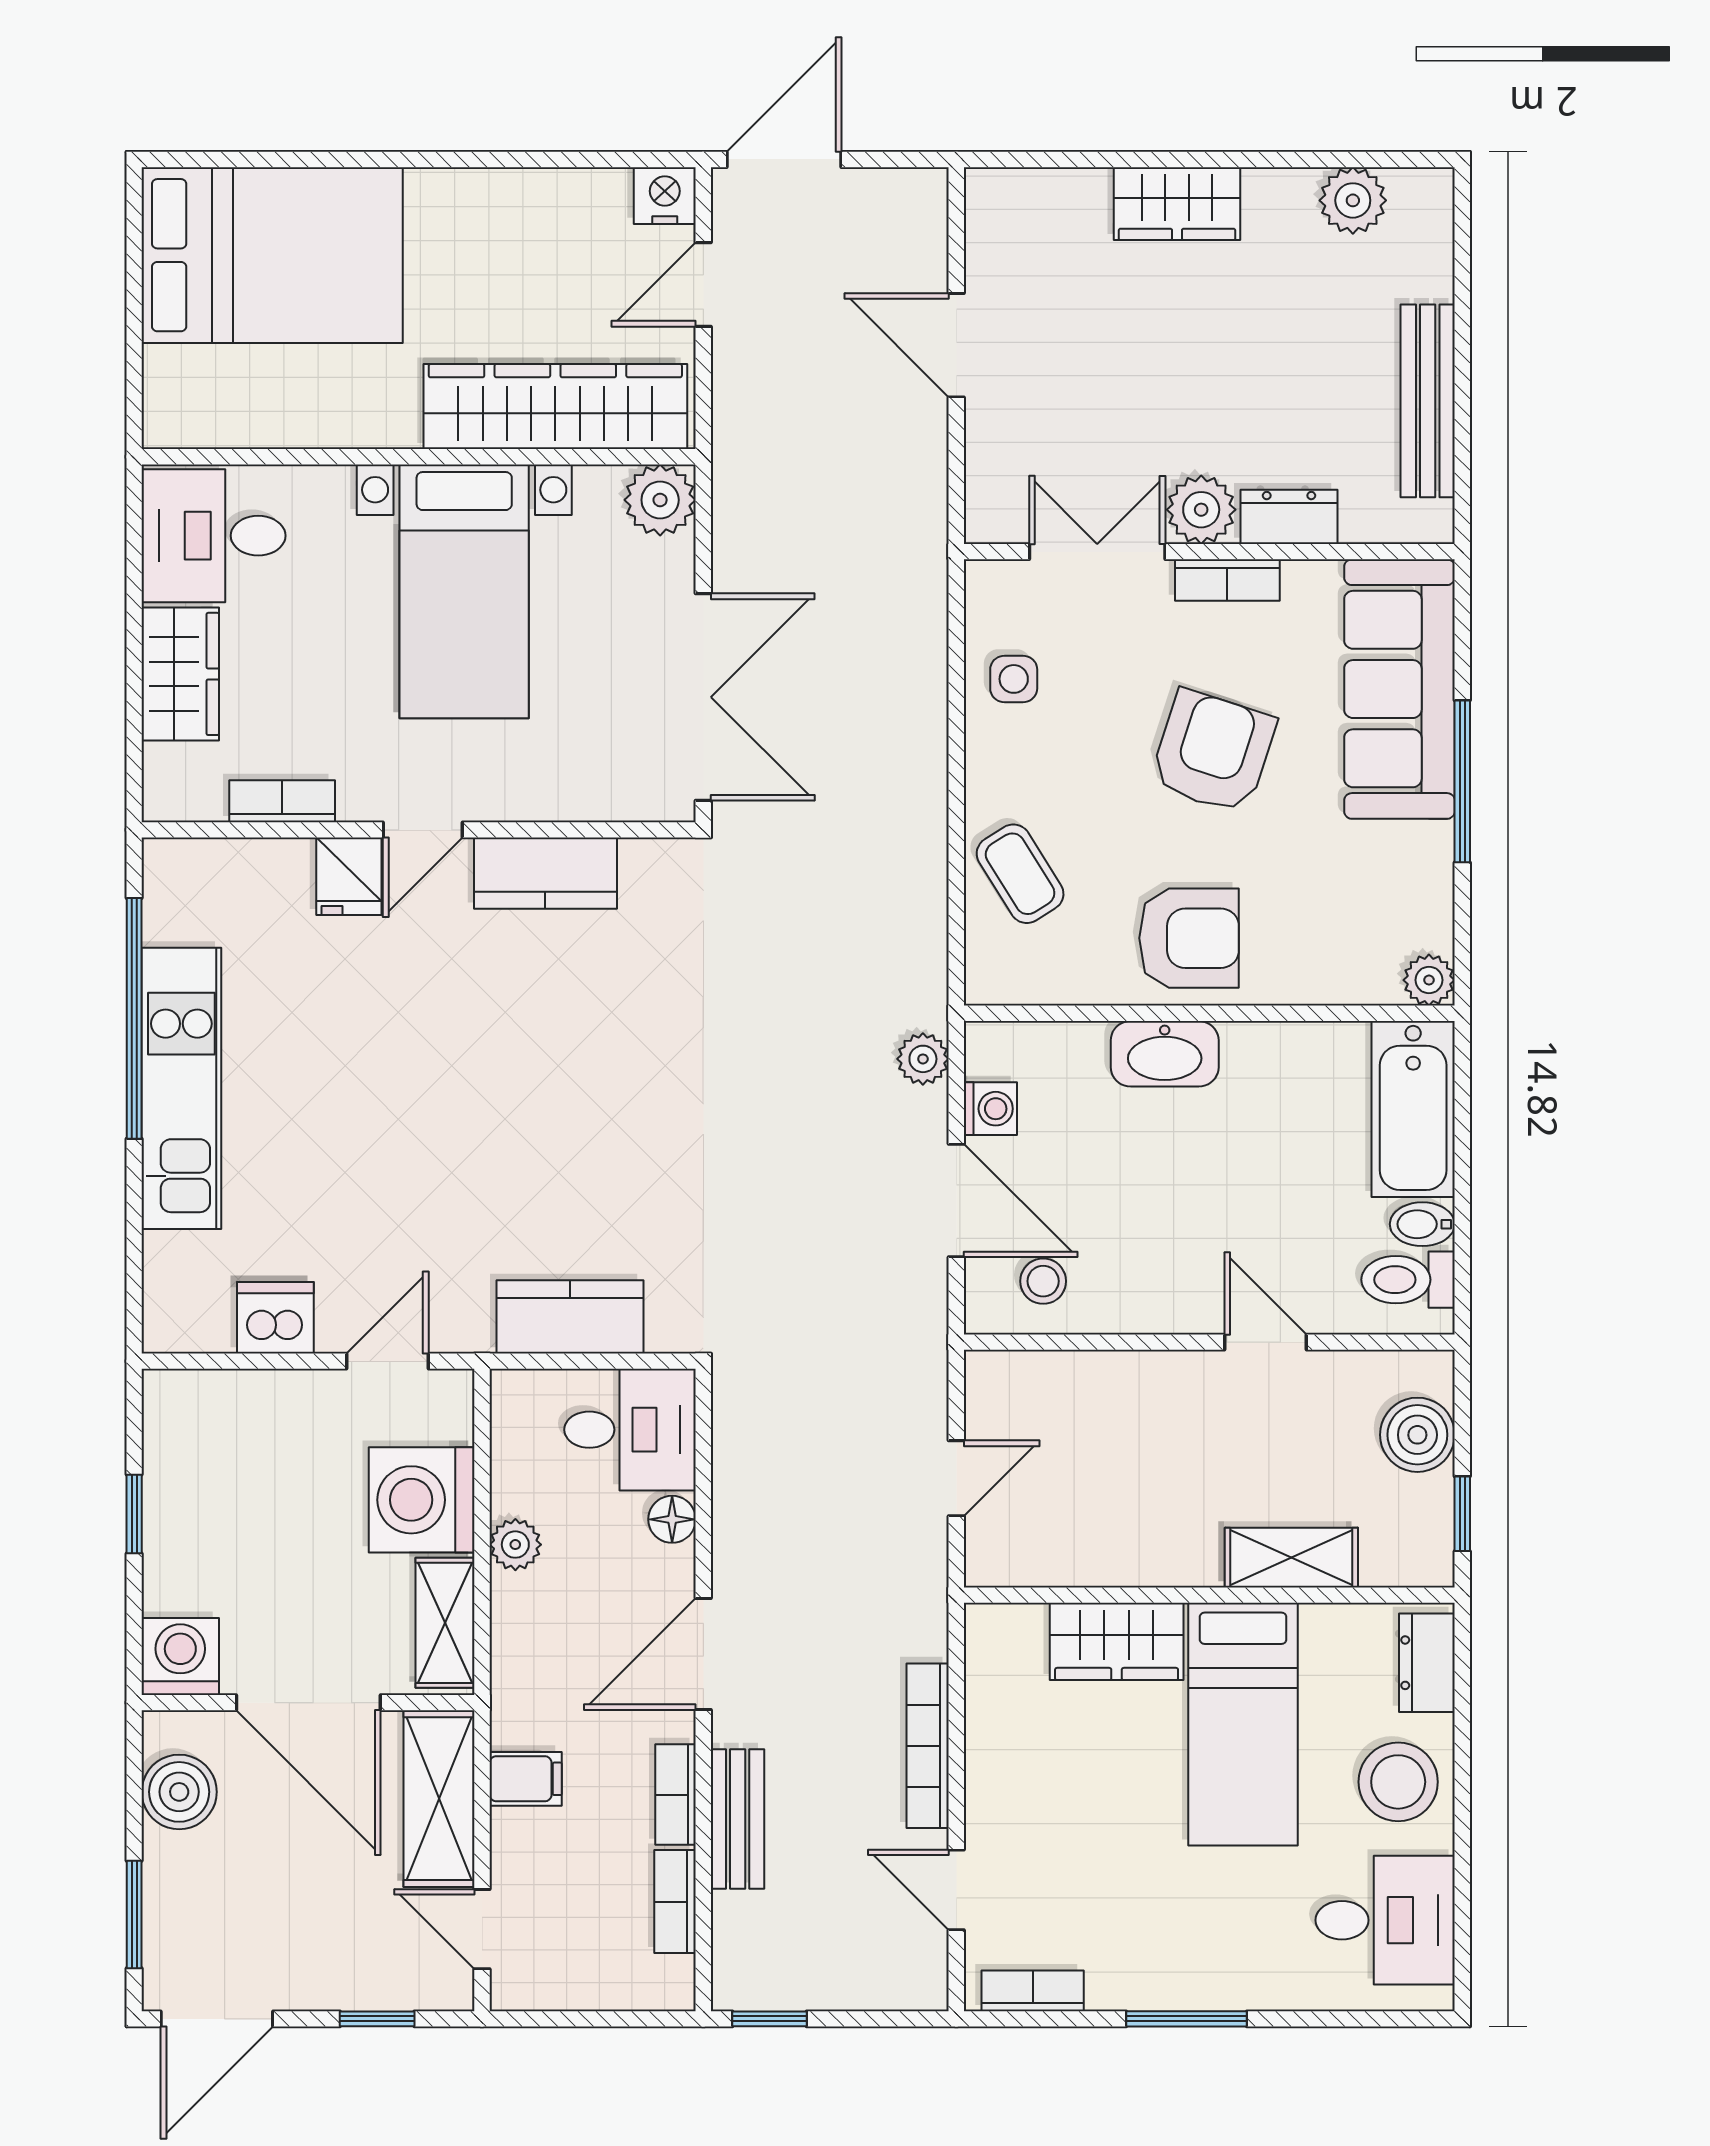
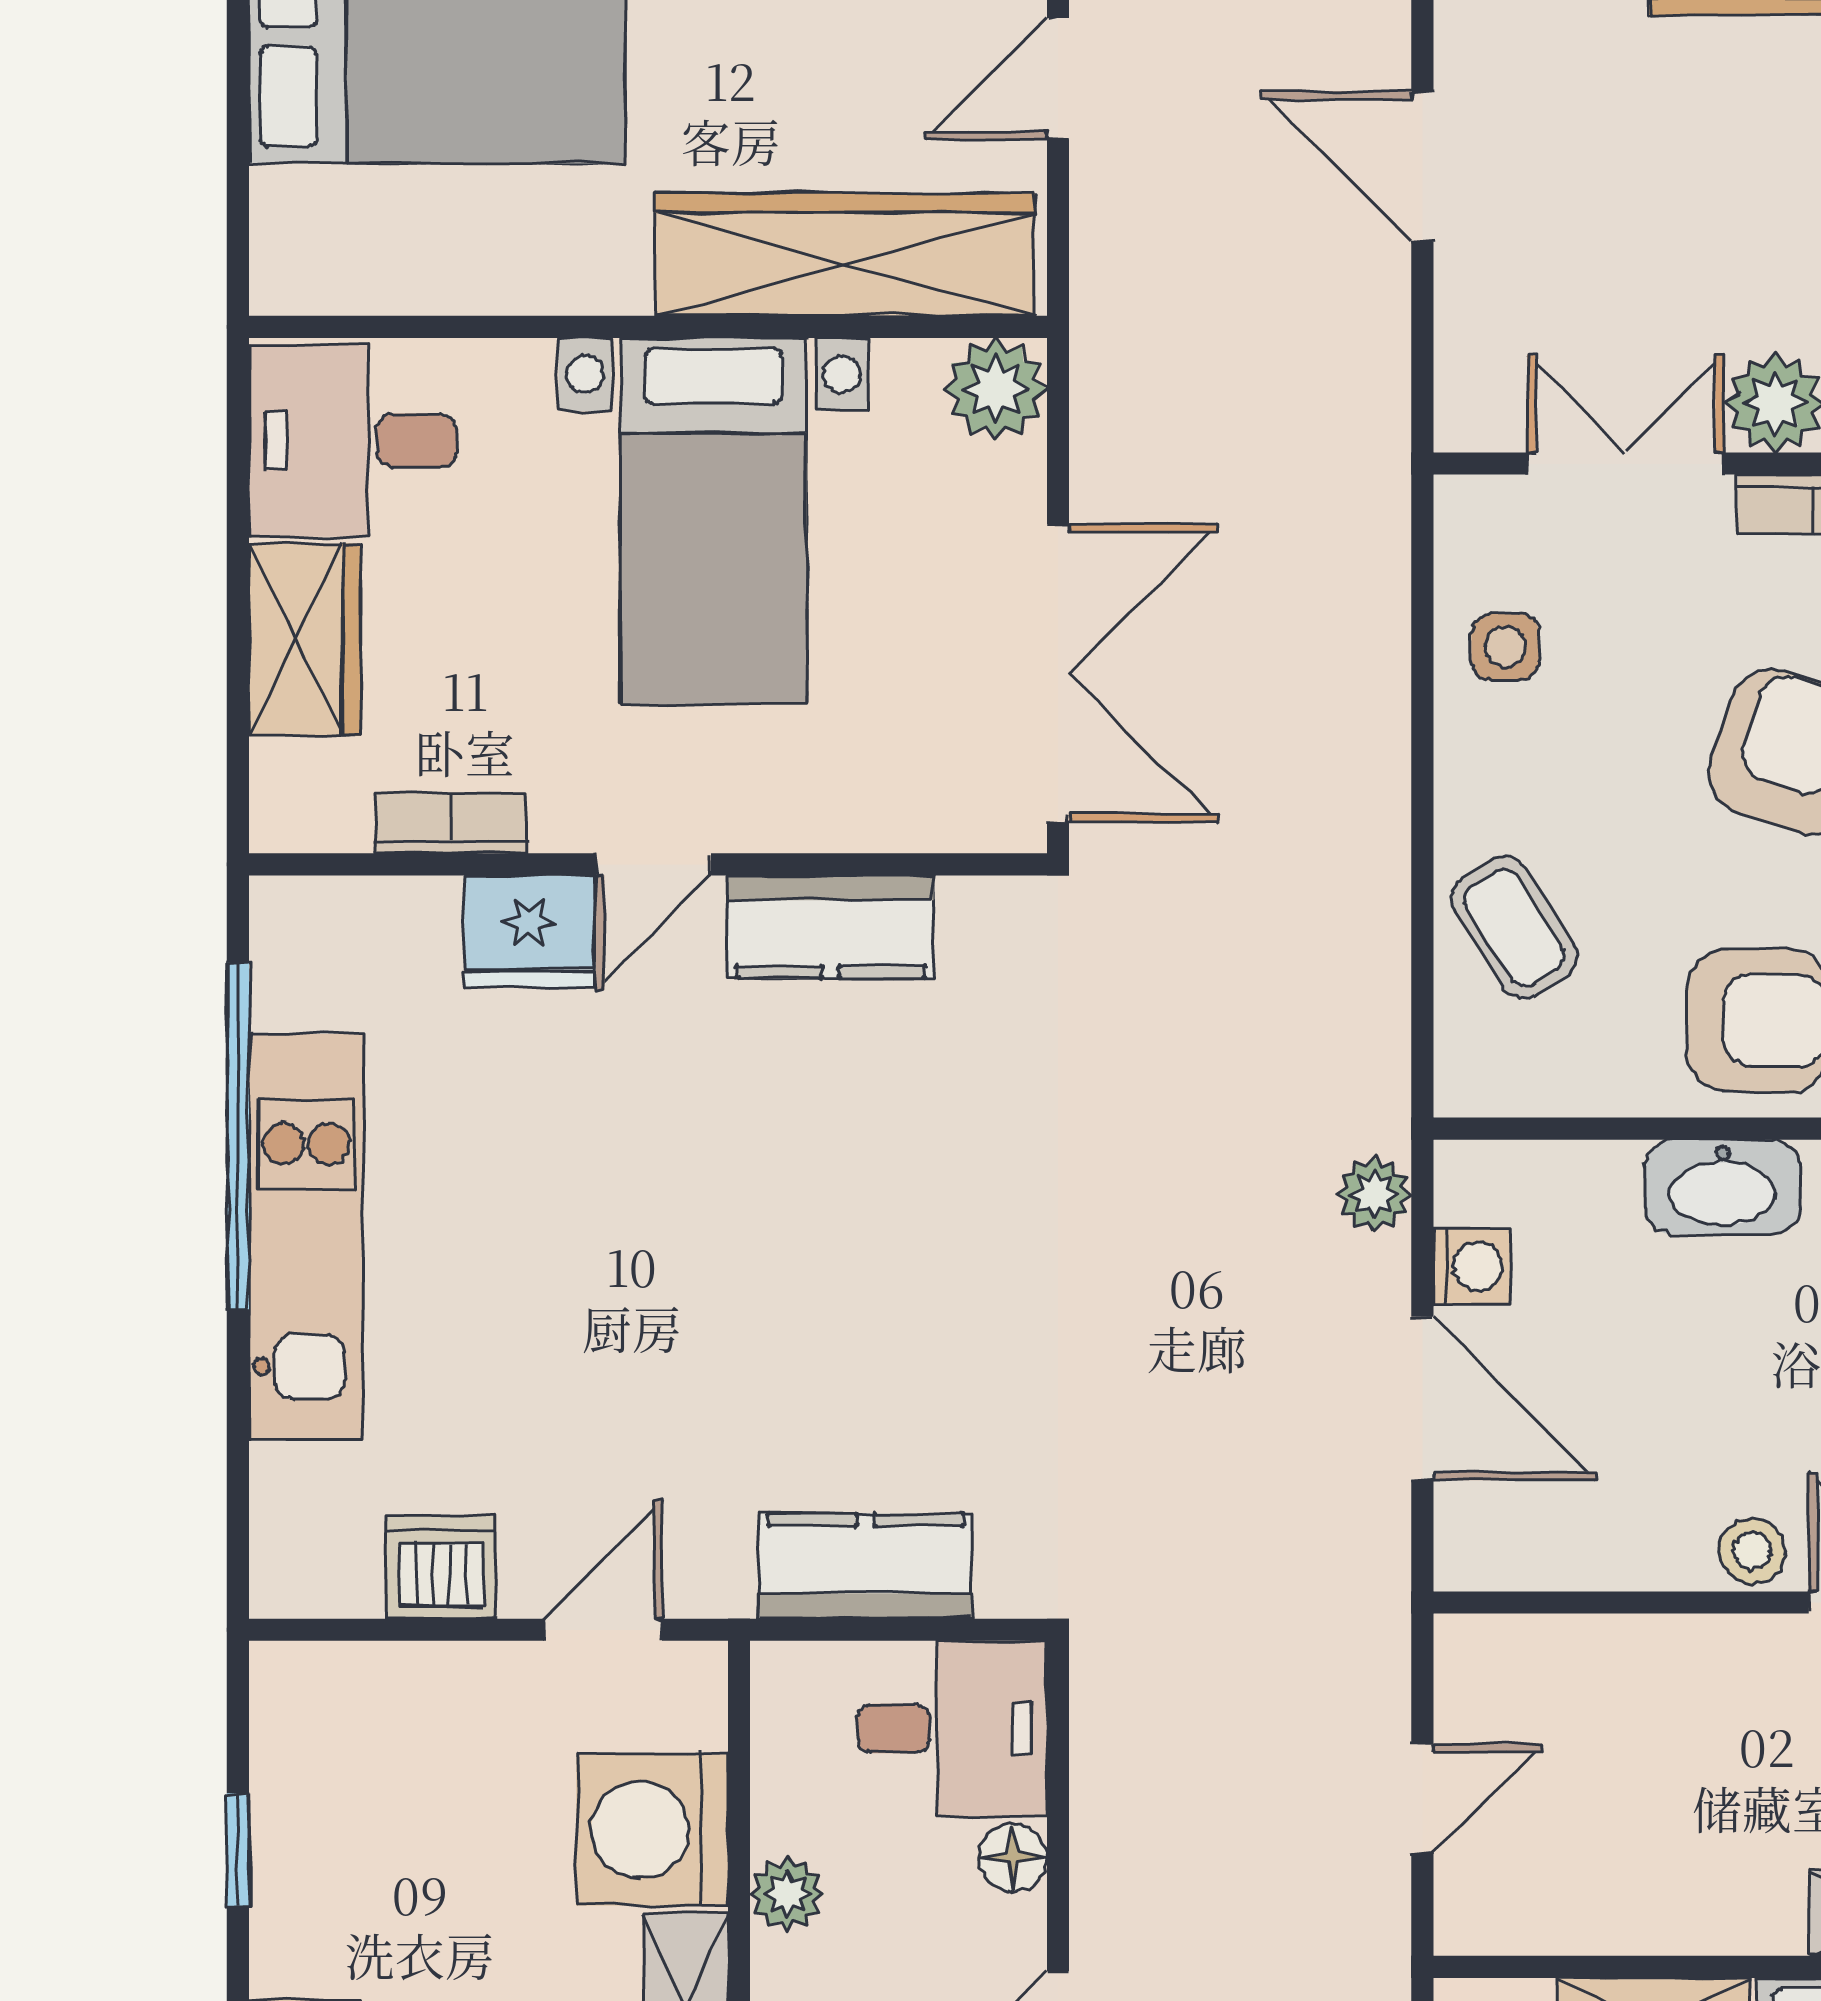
fridge: (349, 876) -> (529, 931), width x1.38
stool: (1043, 1281) -> (1752, 1551), moved

